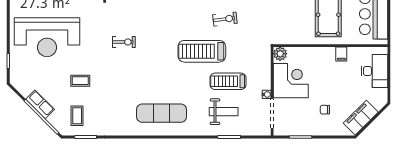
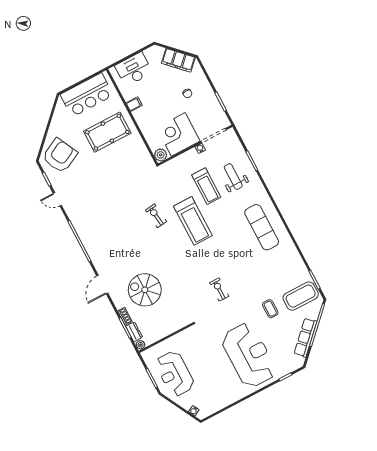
row of seats: (40, 104) -> (305, 338), width x1.48
coffee table: (77, 116) -> (301, 296), width x1.86, depth x1.72

